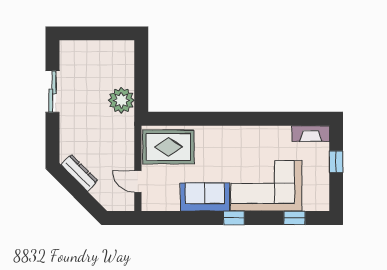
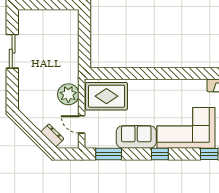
plant: (121, 100) -> (68, 94), moved
dresser: (79, 173) -> (52, 135), moved, width x0.70
window: (171, 218) -> (109, 154), added

